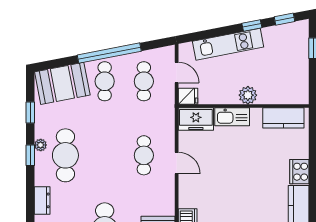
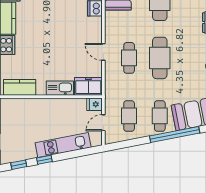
window: (109, 53) -> (175, 135), moved
door: (177, 73) -> (103, 123), hinge flipped
plant: (248, 95) -> (48, 105), removed
cafe table: (65, 155) -> (160, 58), moved

